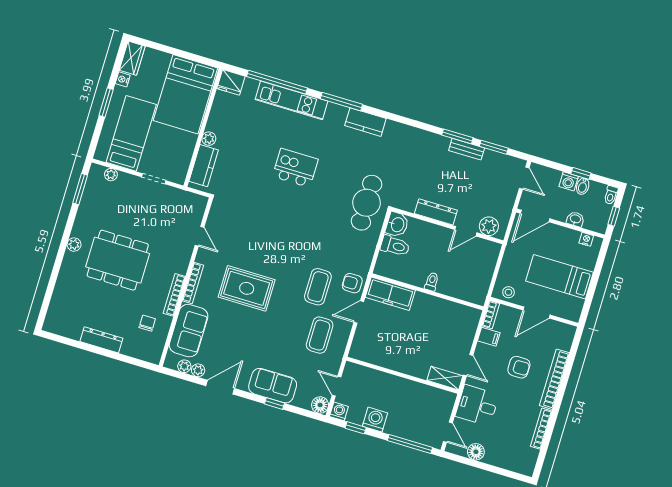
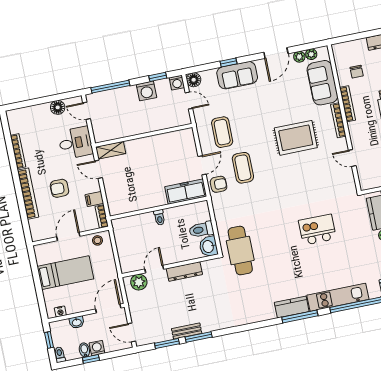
kitchen counter: (365, 122) -> (292, 307), moved
kitchen island: (295, 168) -> (317, 230), moved, turned 180

